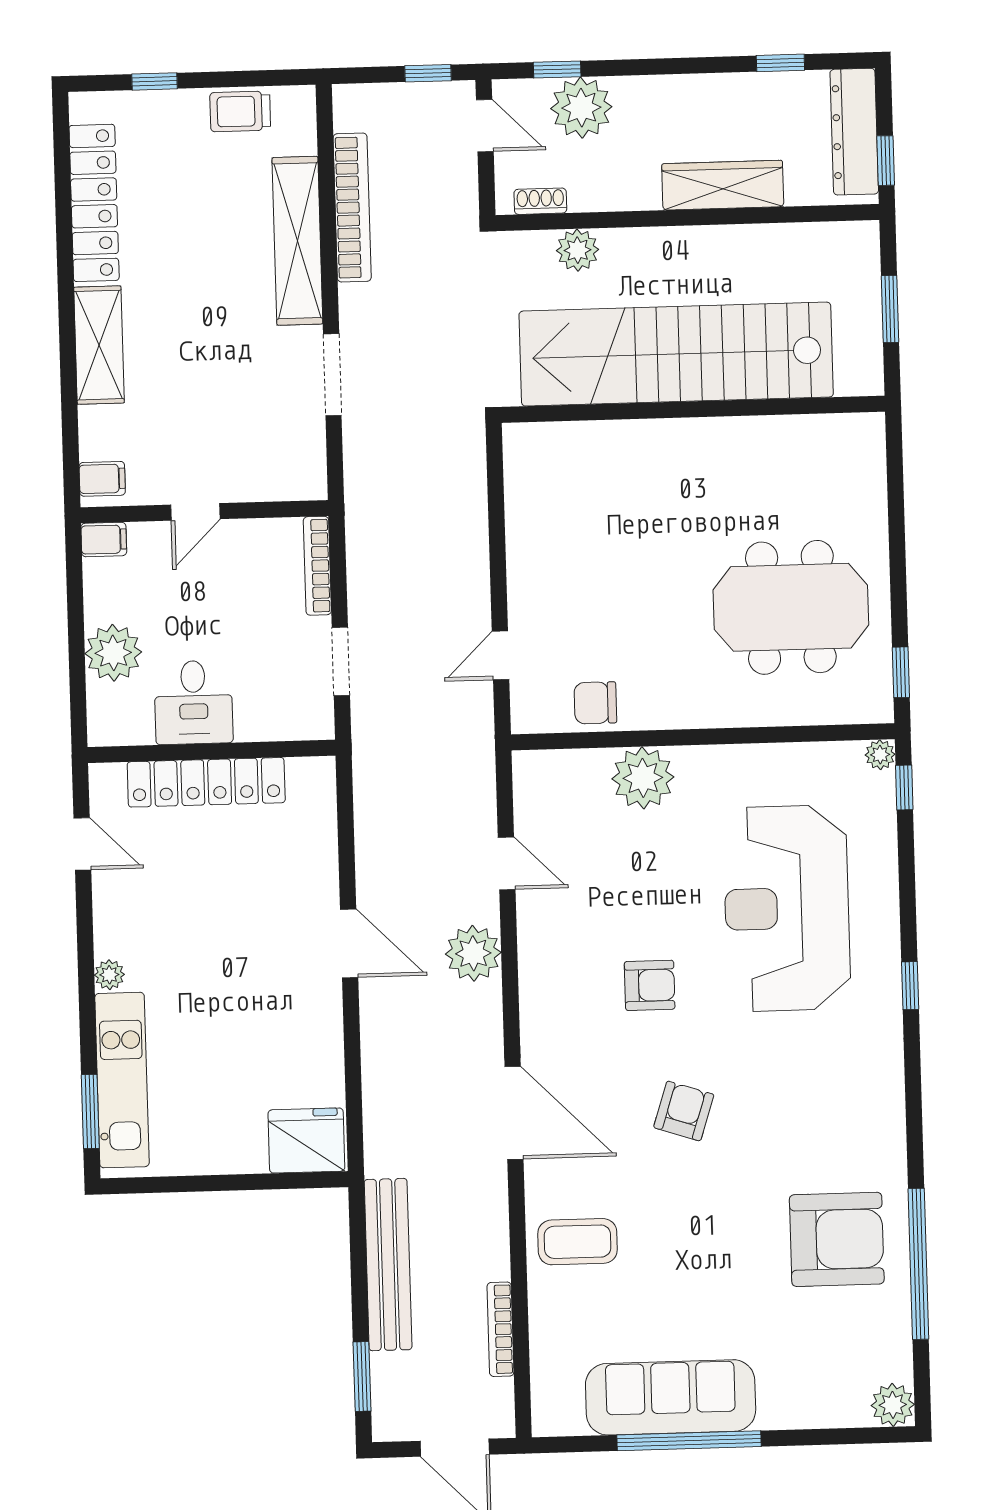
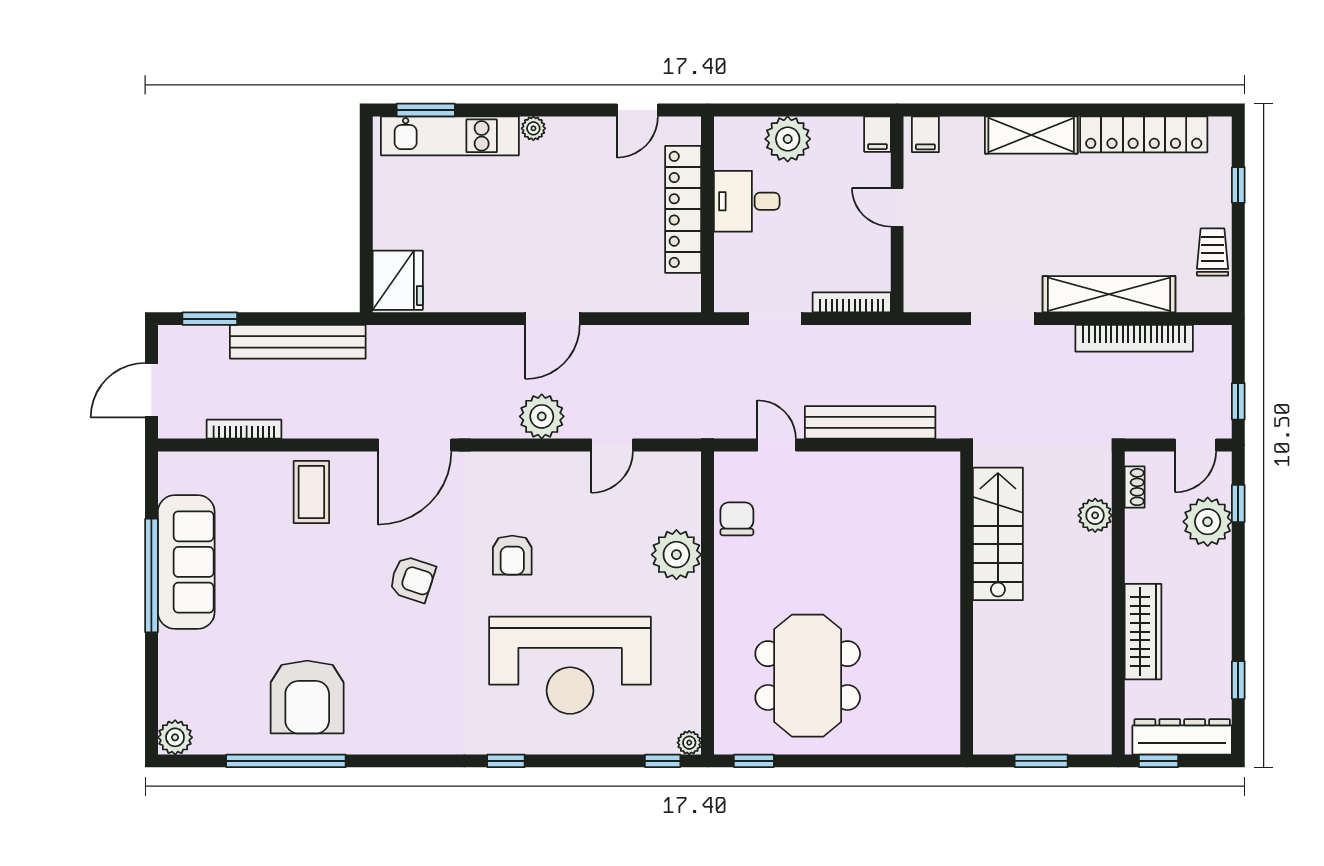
stairs: (676, 354) -> (998, 534), width x0.54, depth x0.66
bench: (468, 538) -> (870, 422), added
reception desk: (787, 908) -> (570, 665), turned 180

